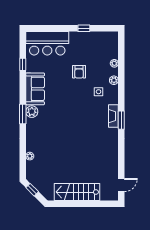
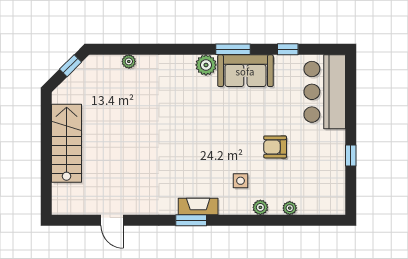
window: (23, 114) -> (233, 49), moved
door: (121, 185) -> (112, 220), moved

